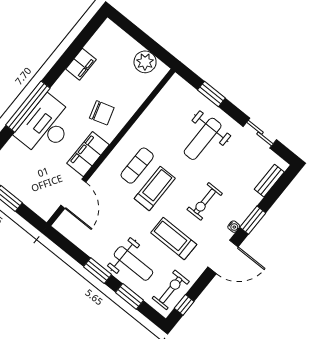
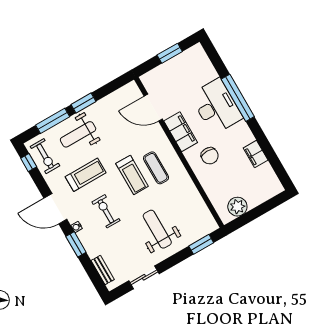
window: (211, 94) -> (201, 244), moved
chair: (102, 113) -> (210, 156), turned -73
door: (223, 257) -> (55, 209), hinge flipped
window: (129, 296) -> (53, 121), width x1.44

